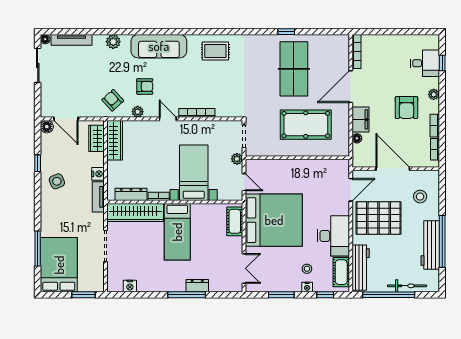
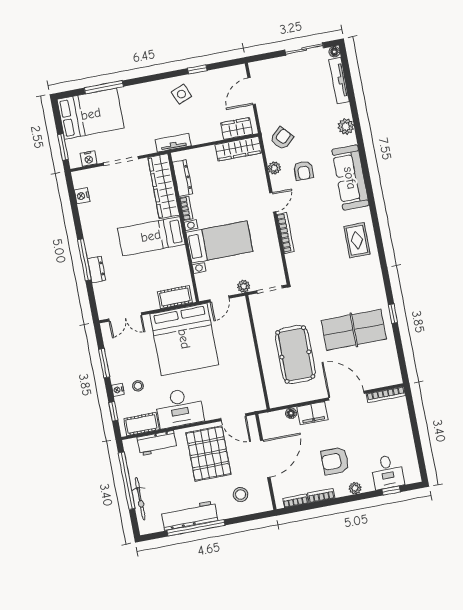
floor lamp: (47, 127) -> (239, 72), removed
nightstand: (98, 174) -> (89, 159), moved
workbench: (361, 268) -> (157, 443), width x0.73

